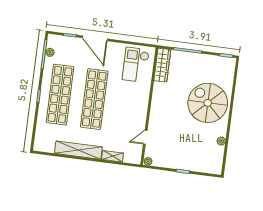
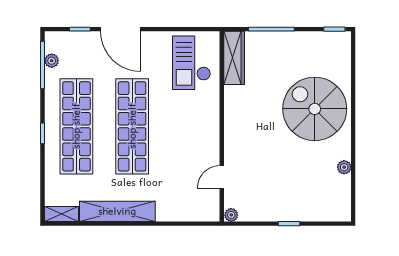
shelving: (113, 156) -> (61, 214), moved

